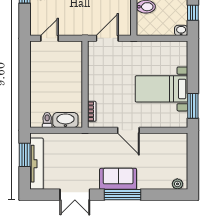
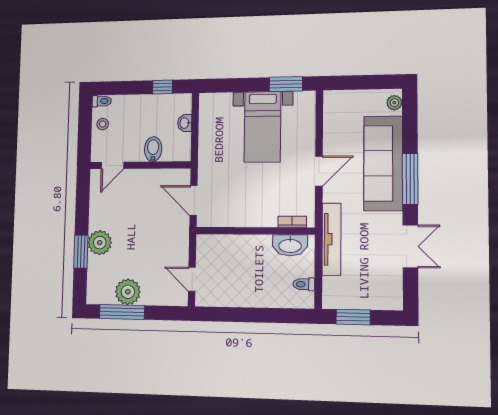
washbasin: (181, 30) -> (185, 123), moved
washbasin: (65, 120) -> (290, 245), moved, turned -90
tv unit: (37, 164) -> (331, 239), moved, turned 90
sofa: (118, 179) -> (383, 163), width x1.85, depth x1.27

